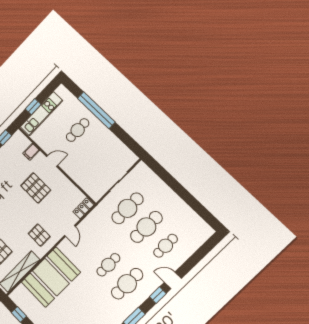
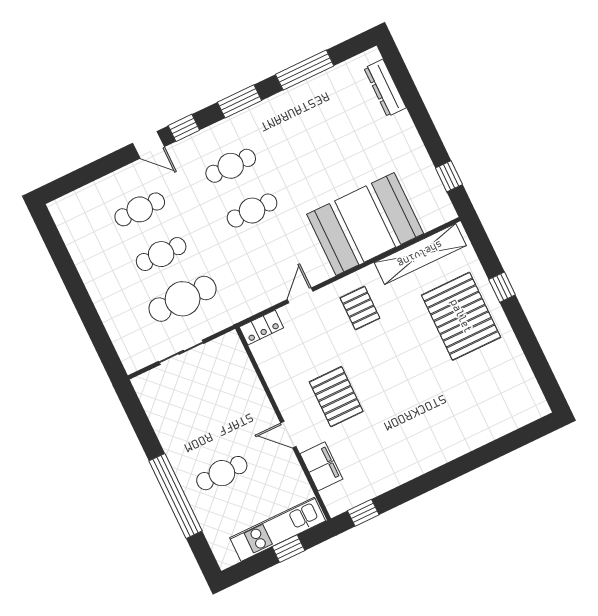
filing cabinet: (31, 152) -> (321, 466), width x2.00
cafe table: (146, 227) -> (161, 254), width x0.73, depth x0.74
cafe table: (127, 284) -> (231, 166), width x0.73, depth x0.74

